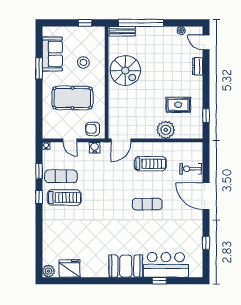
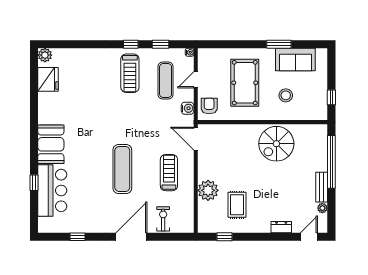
bench: (122, 31) -> (322, 187), moved
treadmill: (150, 164) -> (169, 173), turned 180
exercise mat: (61, 176) -> (166, 81), moved
exercise mat: (147, 204) -> (122, 169), width x1.36, depth x1.45

